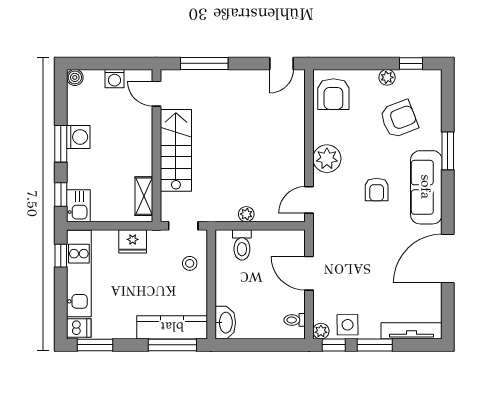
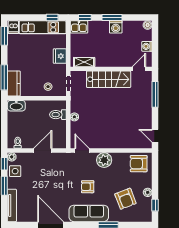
kitchen counter: (172, 327) -> (14, 84), width x0.67

